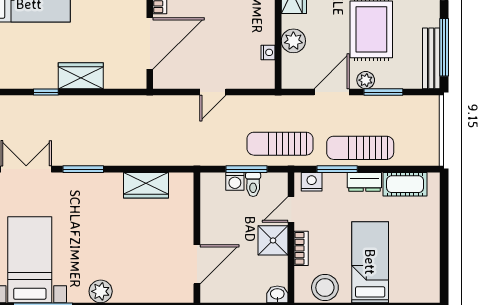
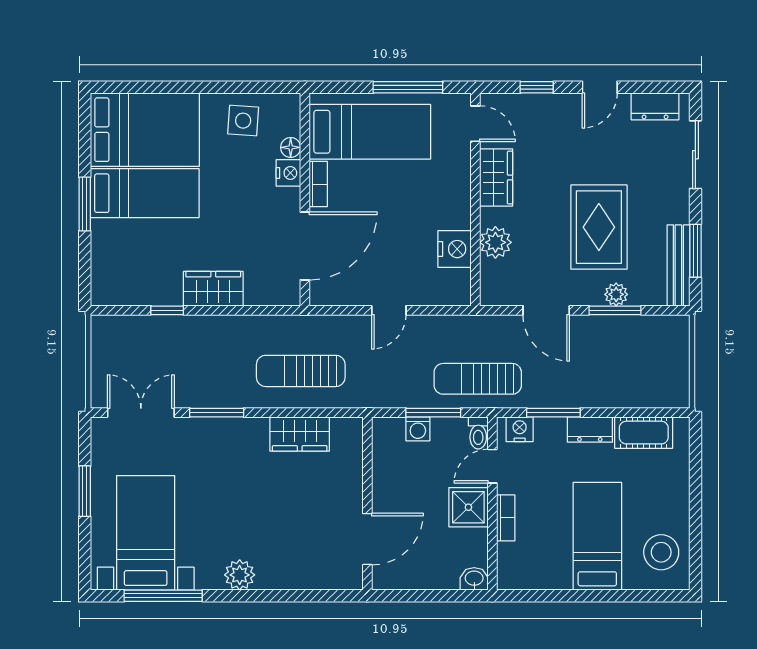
window: (444, 47) -> (695, 251), width x0.69
nightstand: (268, 52) -> (455, 249), width x1.89, depth x1.79
plant: (366, 80) -> (616, 294), moved
door: (332, 92) -> (546, 310), swing flipped
sun lounger: (360, 148) -> (301, 371), moved
toilet: (253, 184) -> (478, 433), moved
stool: (325, 288) -> (661, 552), moved

